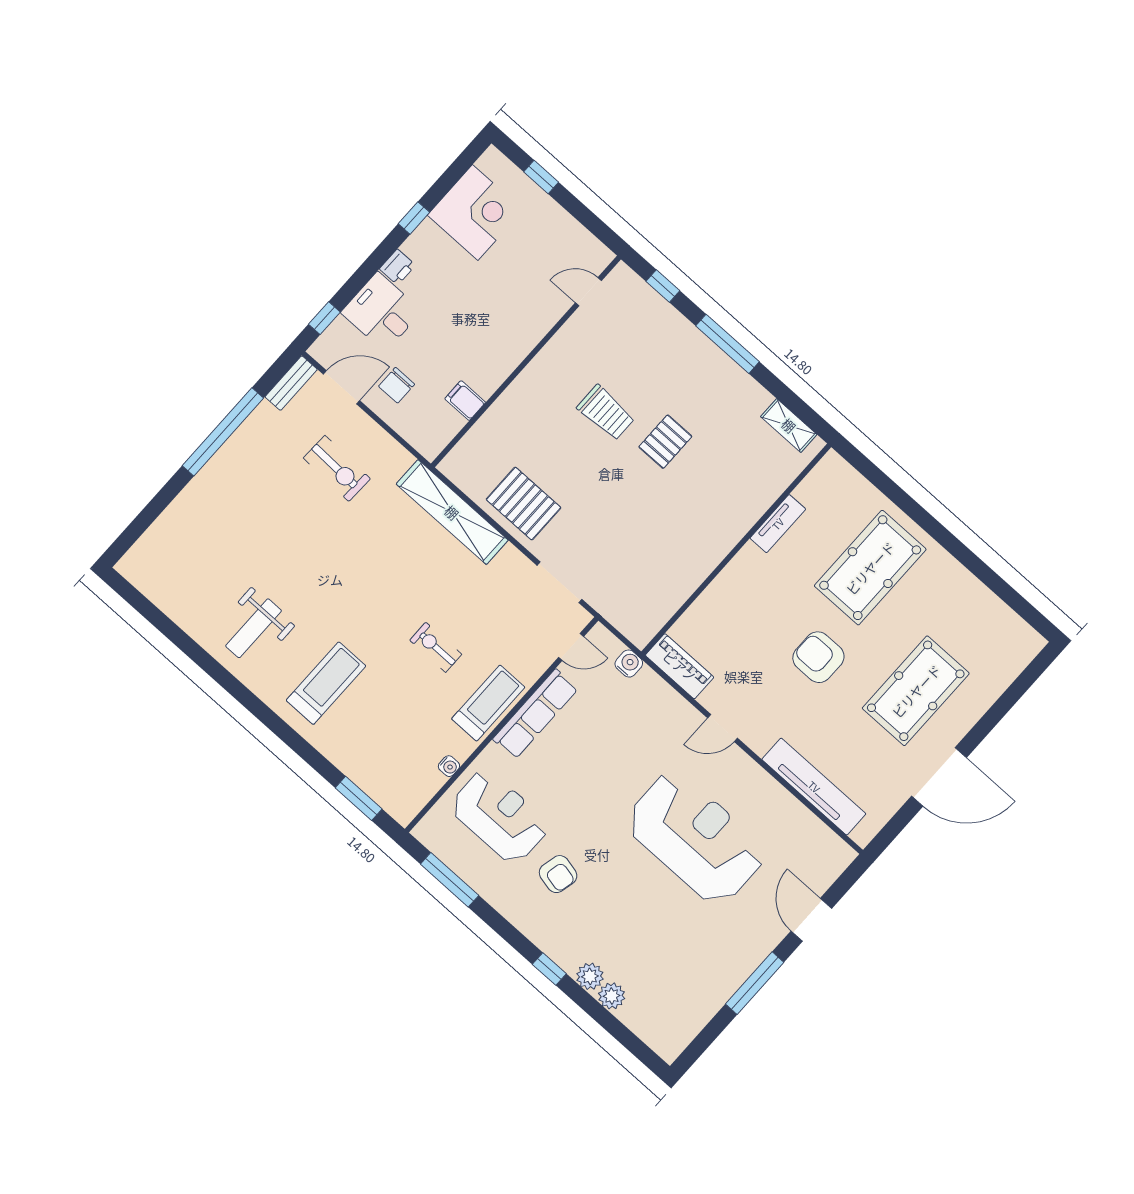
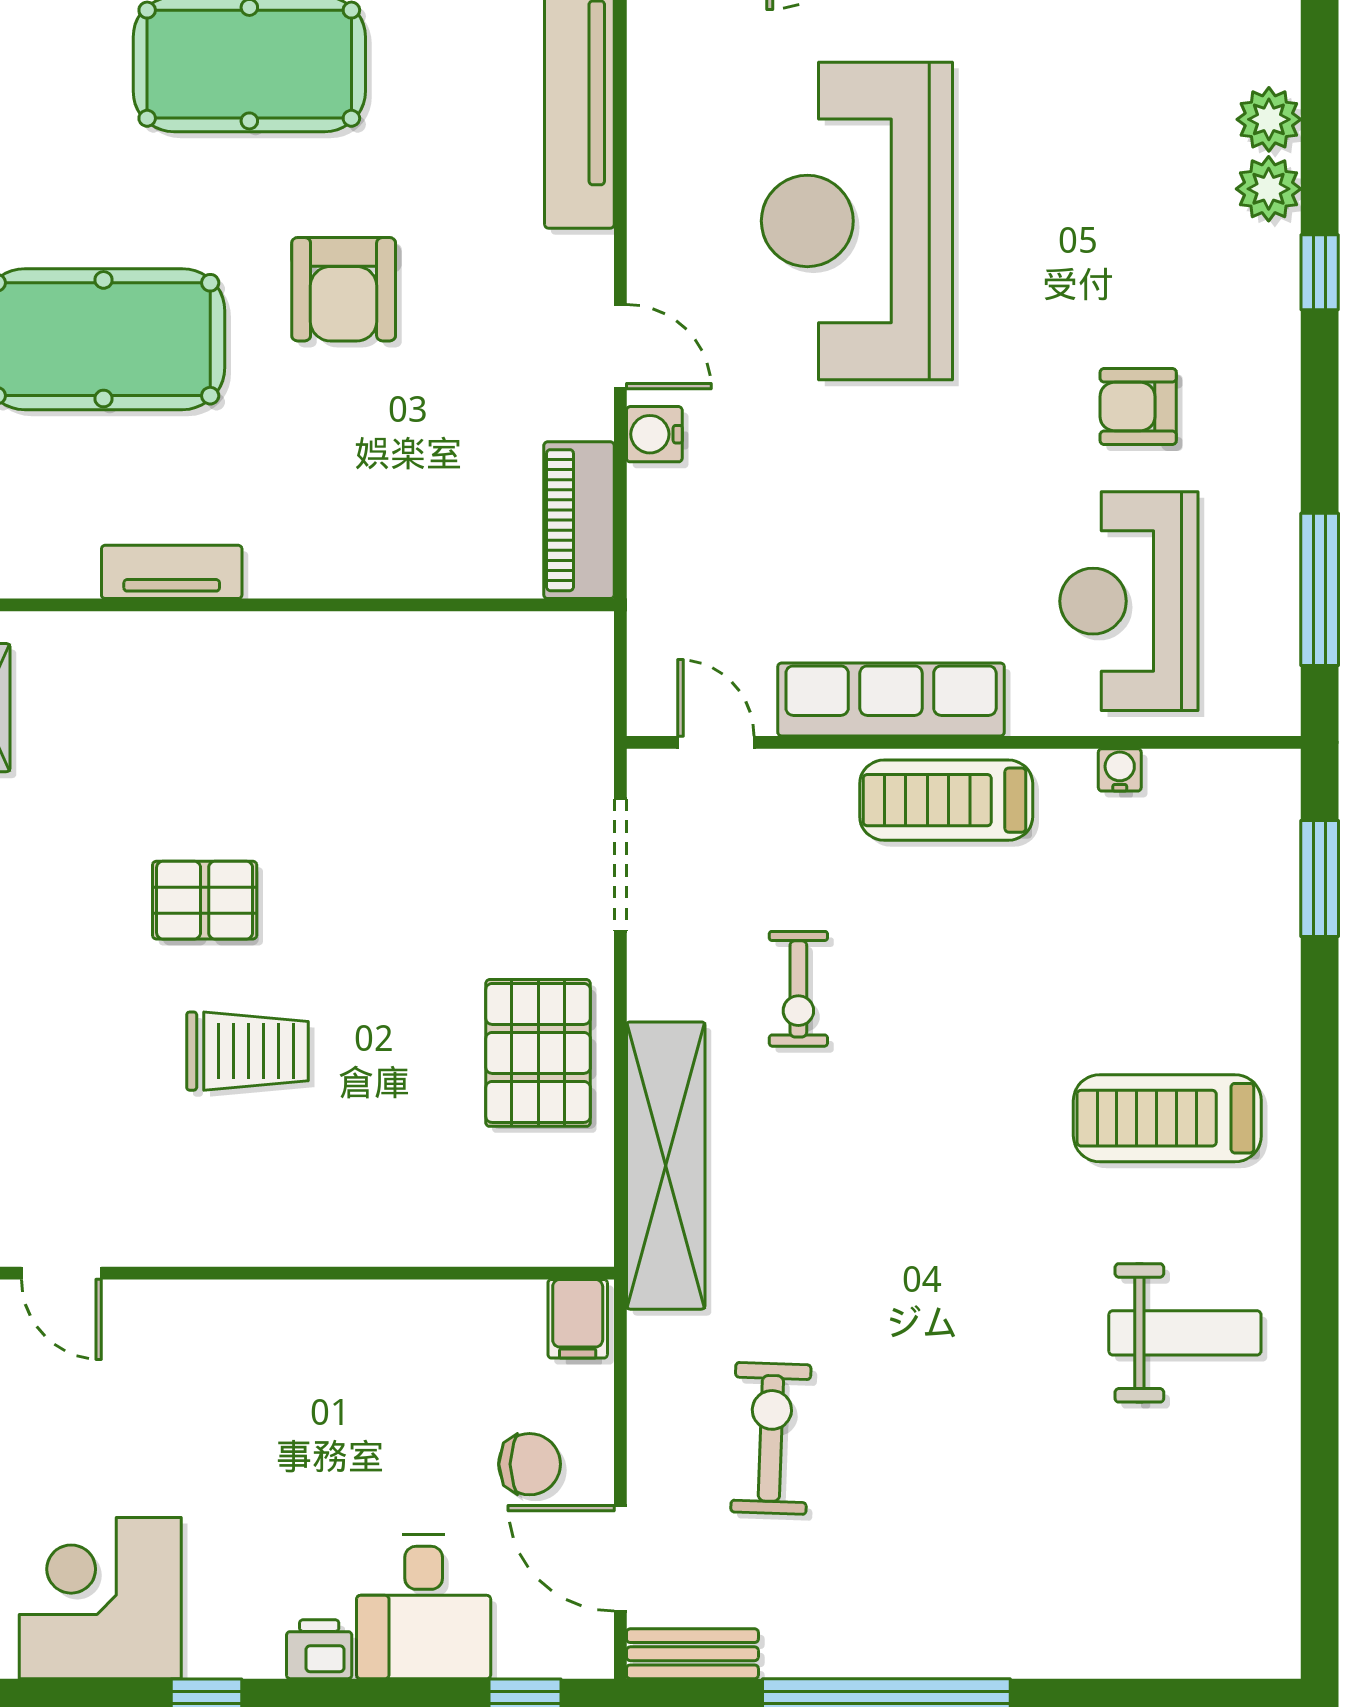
filing cabinet: (465, 401) -> (578, 1319), moved
trolley: (606, 413) -> (247, 1051), turned 90
exercise bike: (436, 647) -> (798, 989), moved
water cooler: (629, 664) -> (654, 434), moved
armchair: (558, 874) -> (1138, 407), turned -103

